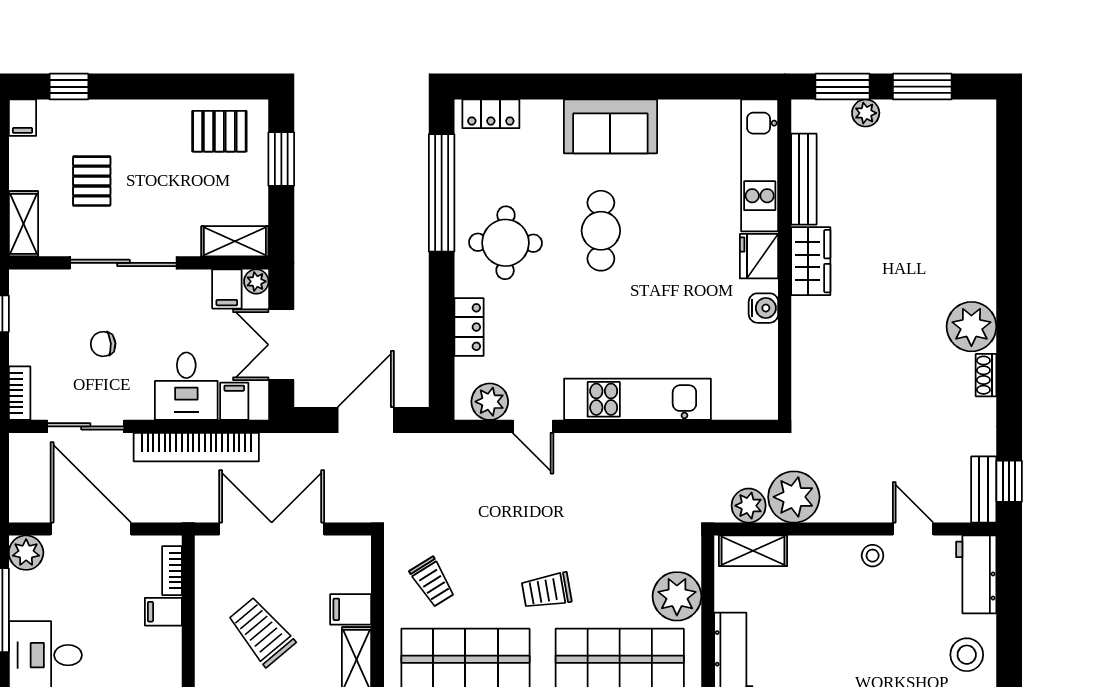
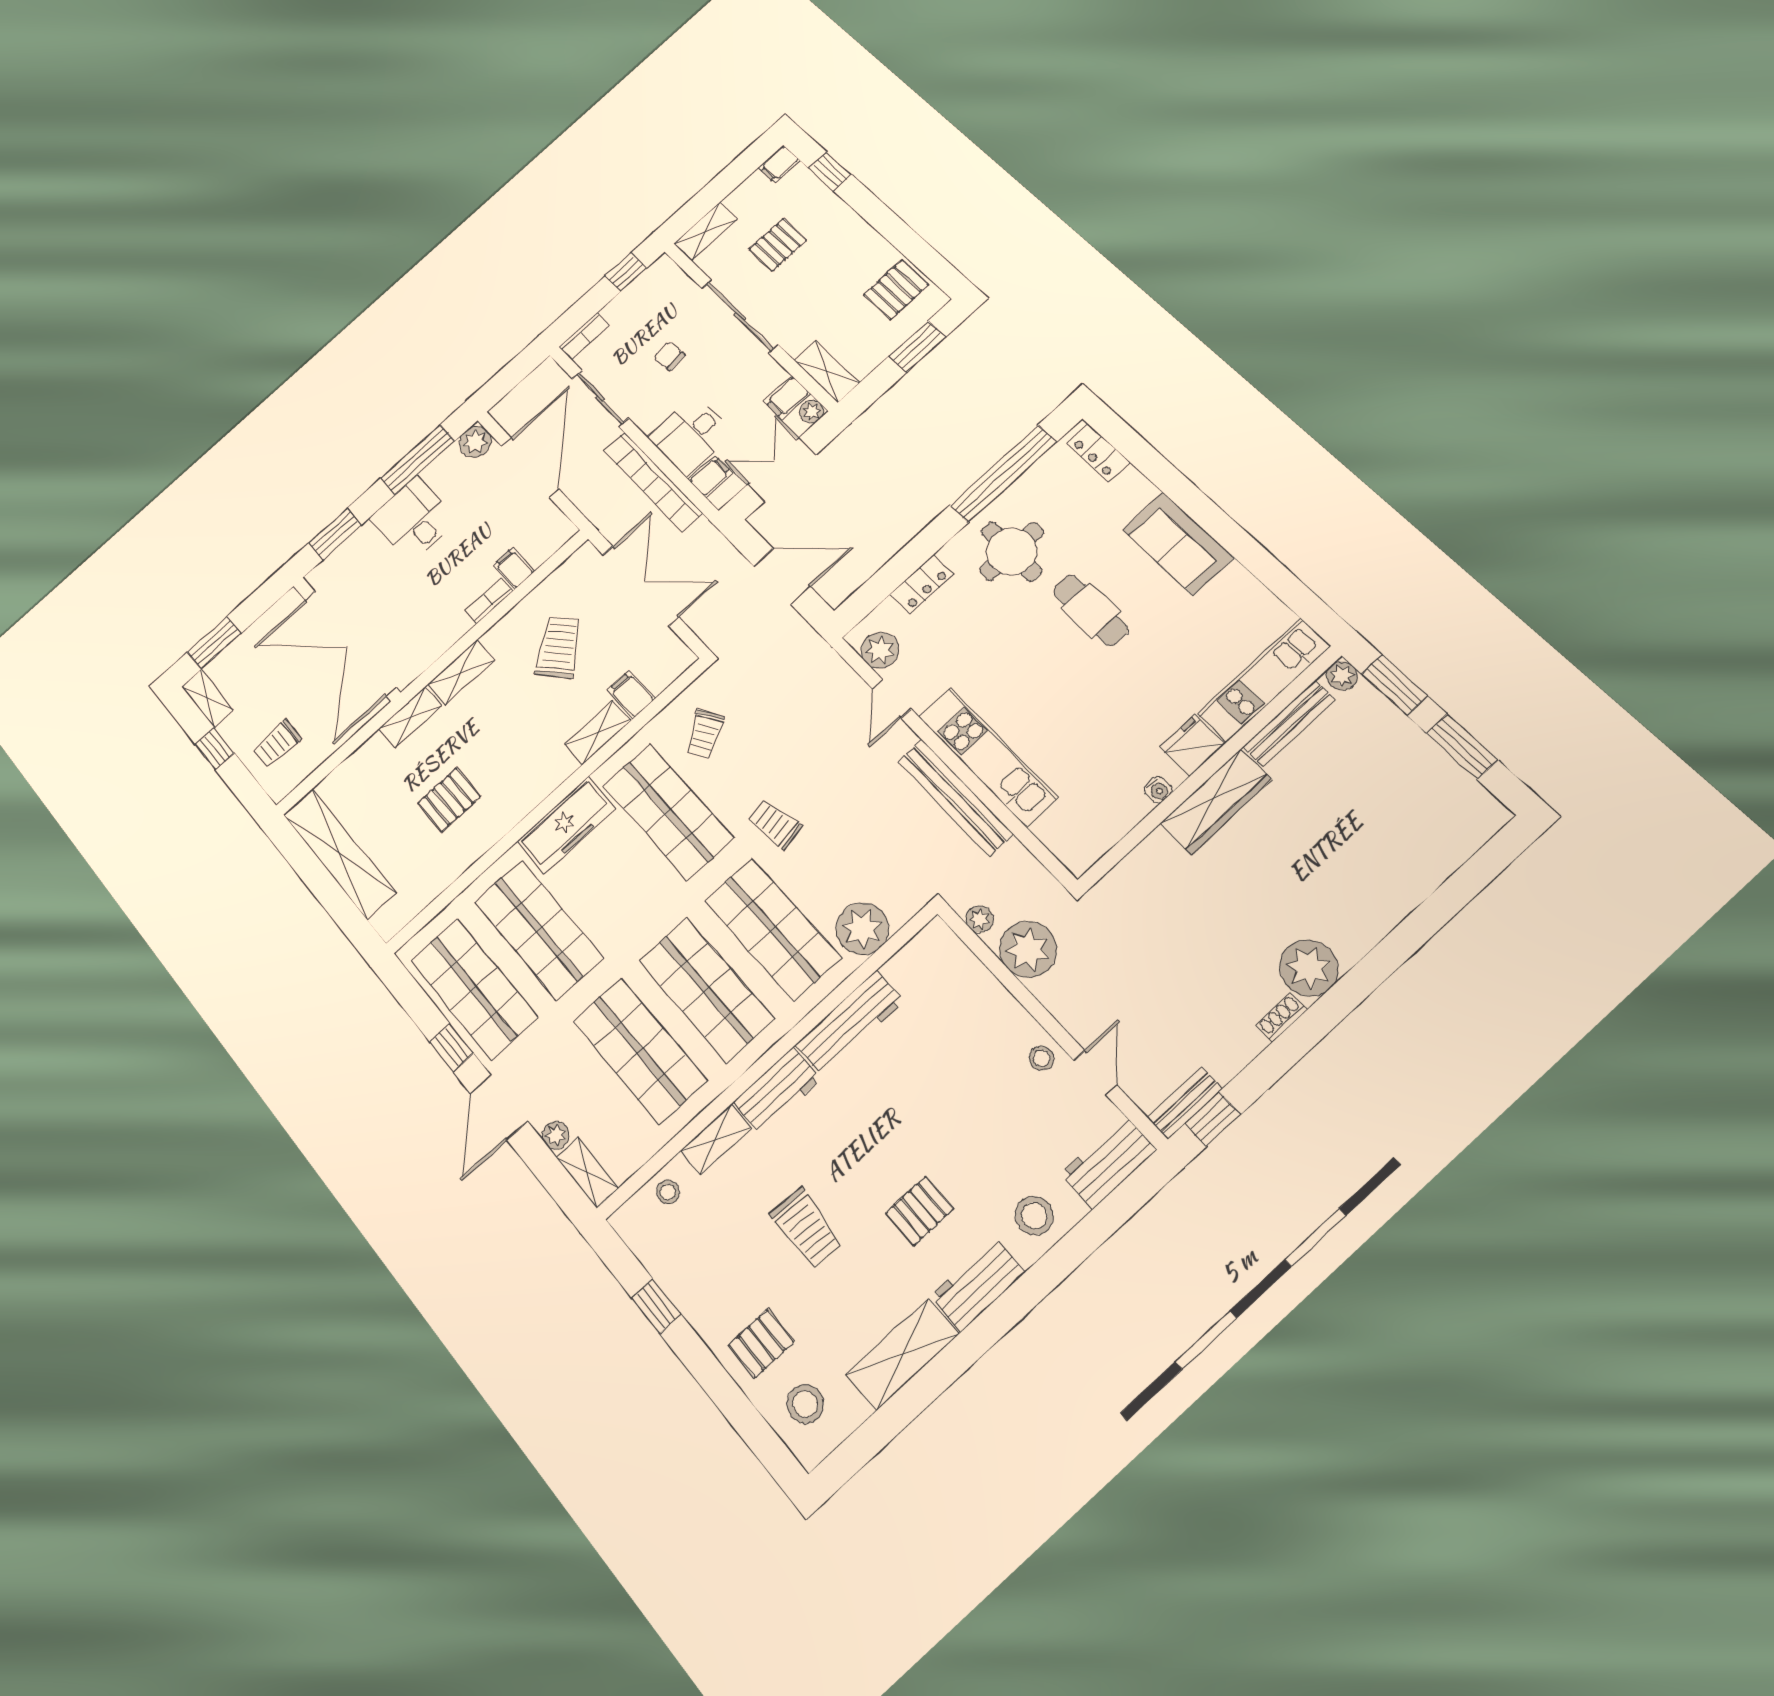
plant: (866, 113) -> (1342, 676), moved
pallet: (219, 131) -> (896, 290), turned 90
cafe table: (601, 231) -> (1091, 610), turned 90
wardrobe: (811, 261) -> (1216, 801), width x1.50
water cooler: (763, 308) -> (1158, 790), width x0.72, depth x0.72
bench: (645, 448) -> (955, 798), added
plant: (749, 506) -> (980, 919), width x0.73, depth x0.73
shelving: (753, 551) -> (954, 956), removed
bookcase: (172, 571) -> (489, 601), moved

